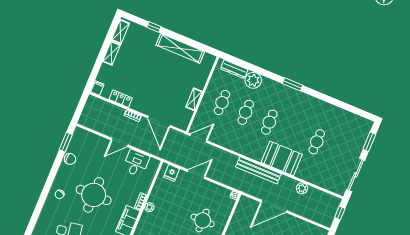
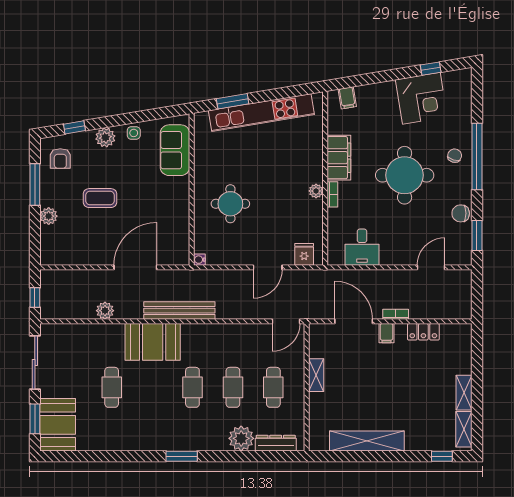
window: (154, 27) -> (442, 456), moved
filing cabinet: (97, 88) -> (386, 333), moved
booth: (357, 133) -> (58, 425), added
door: (120, 142) -> (431, 267), moved
window: (47, 188) -> (477, 156), added

